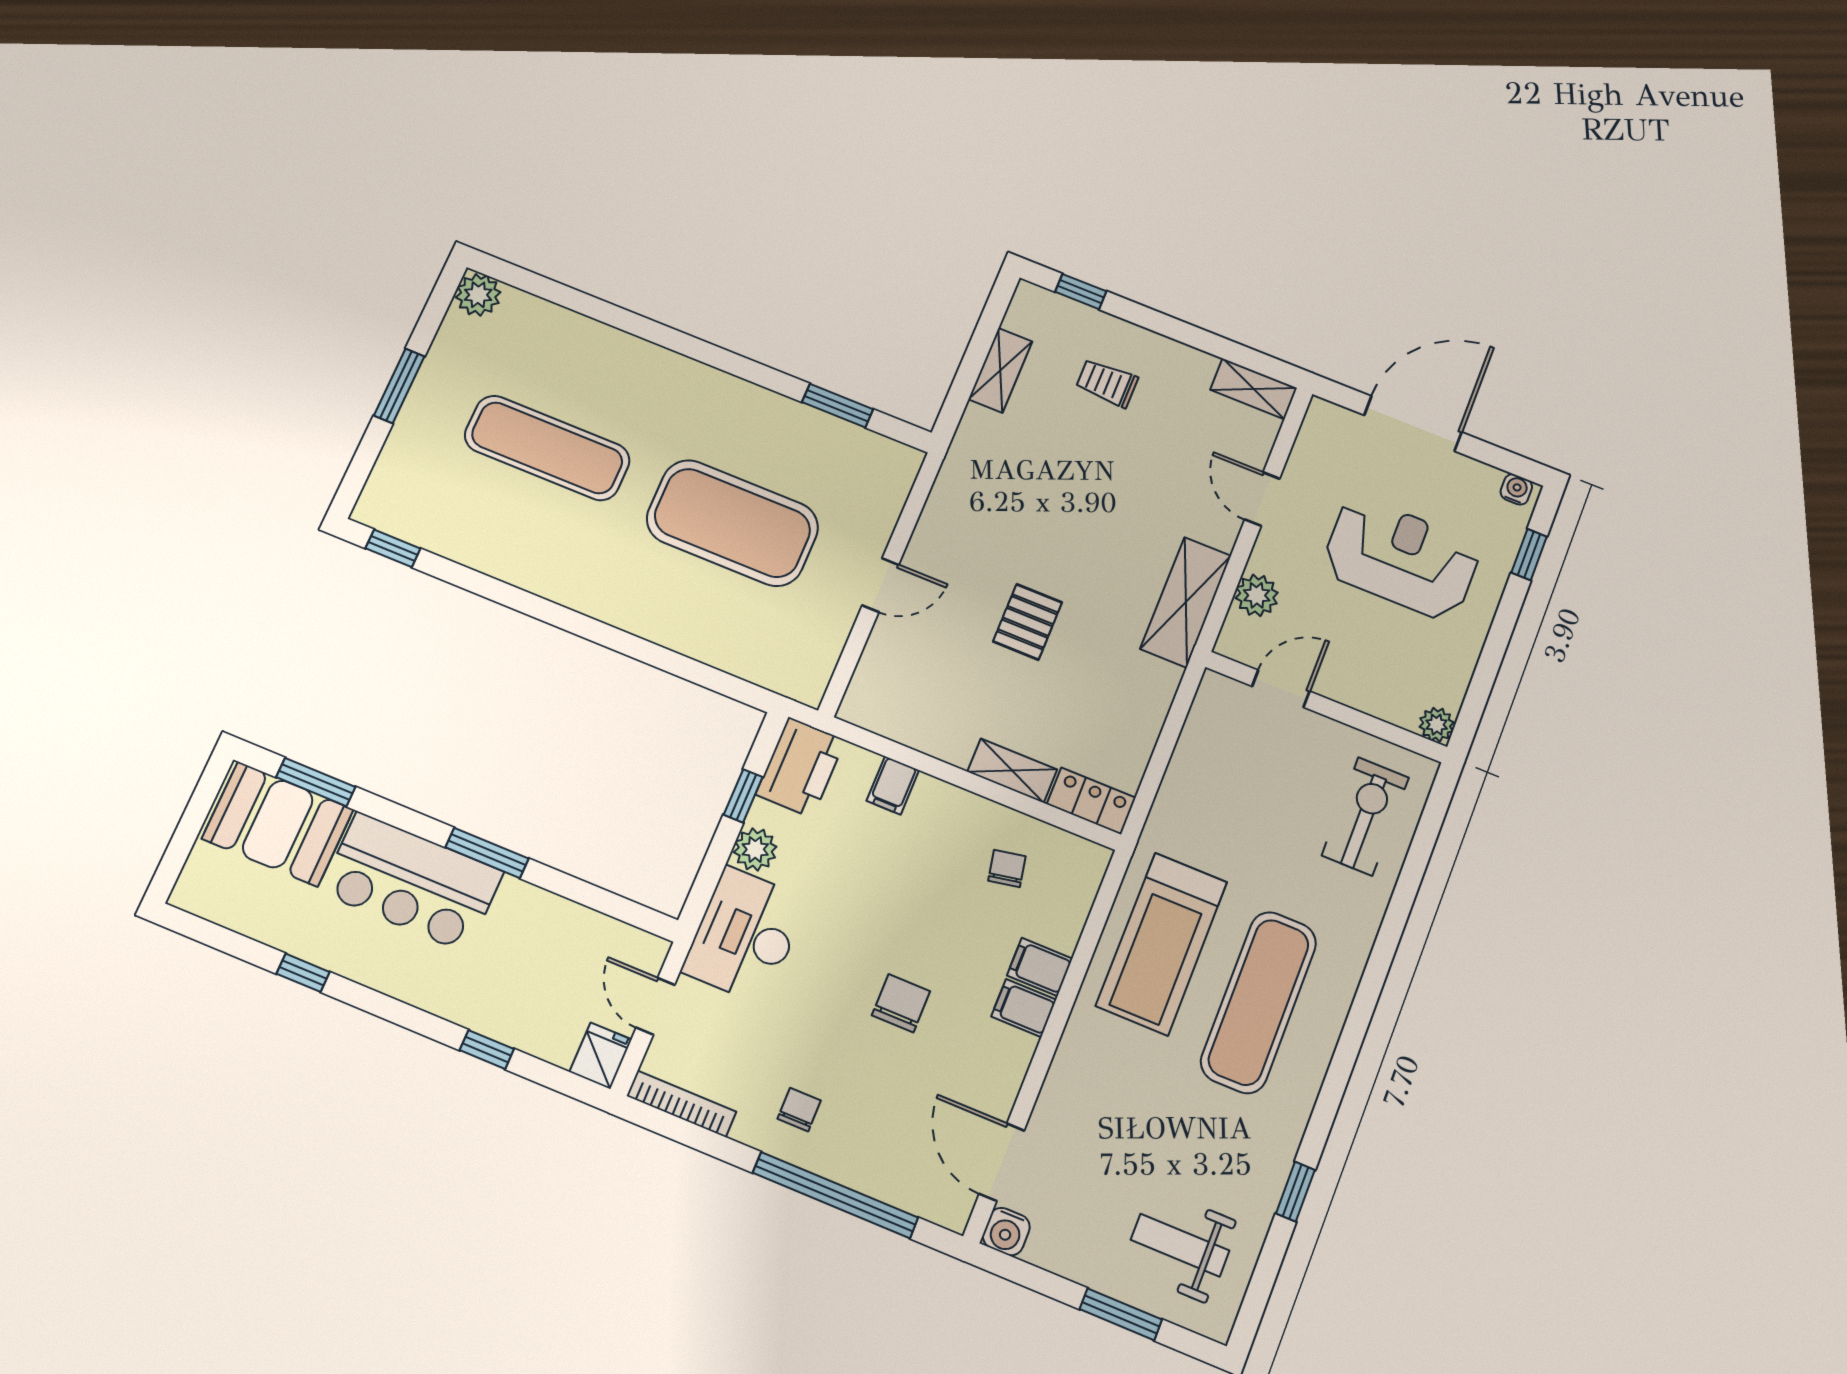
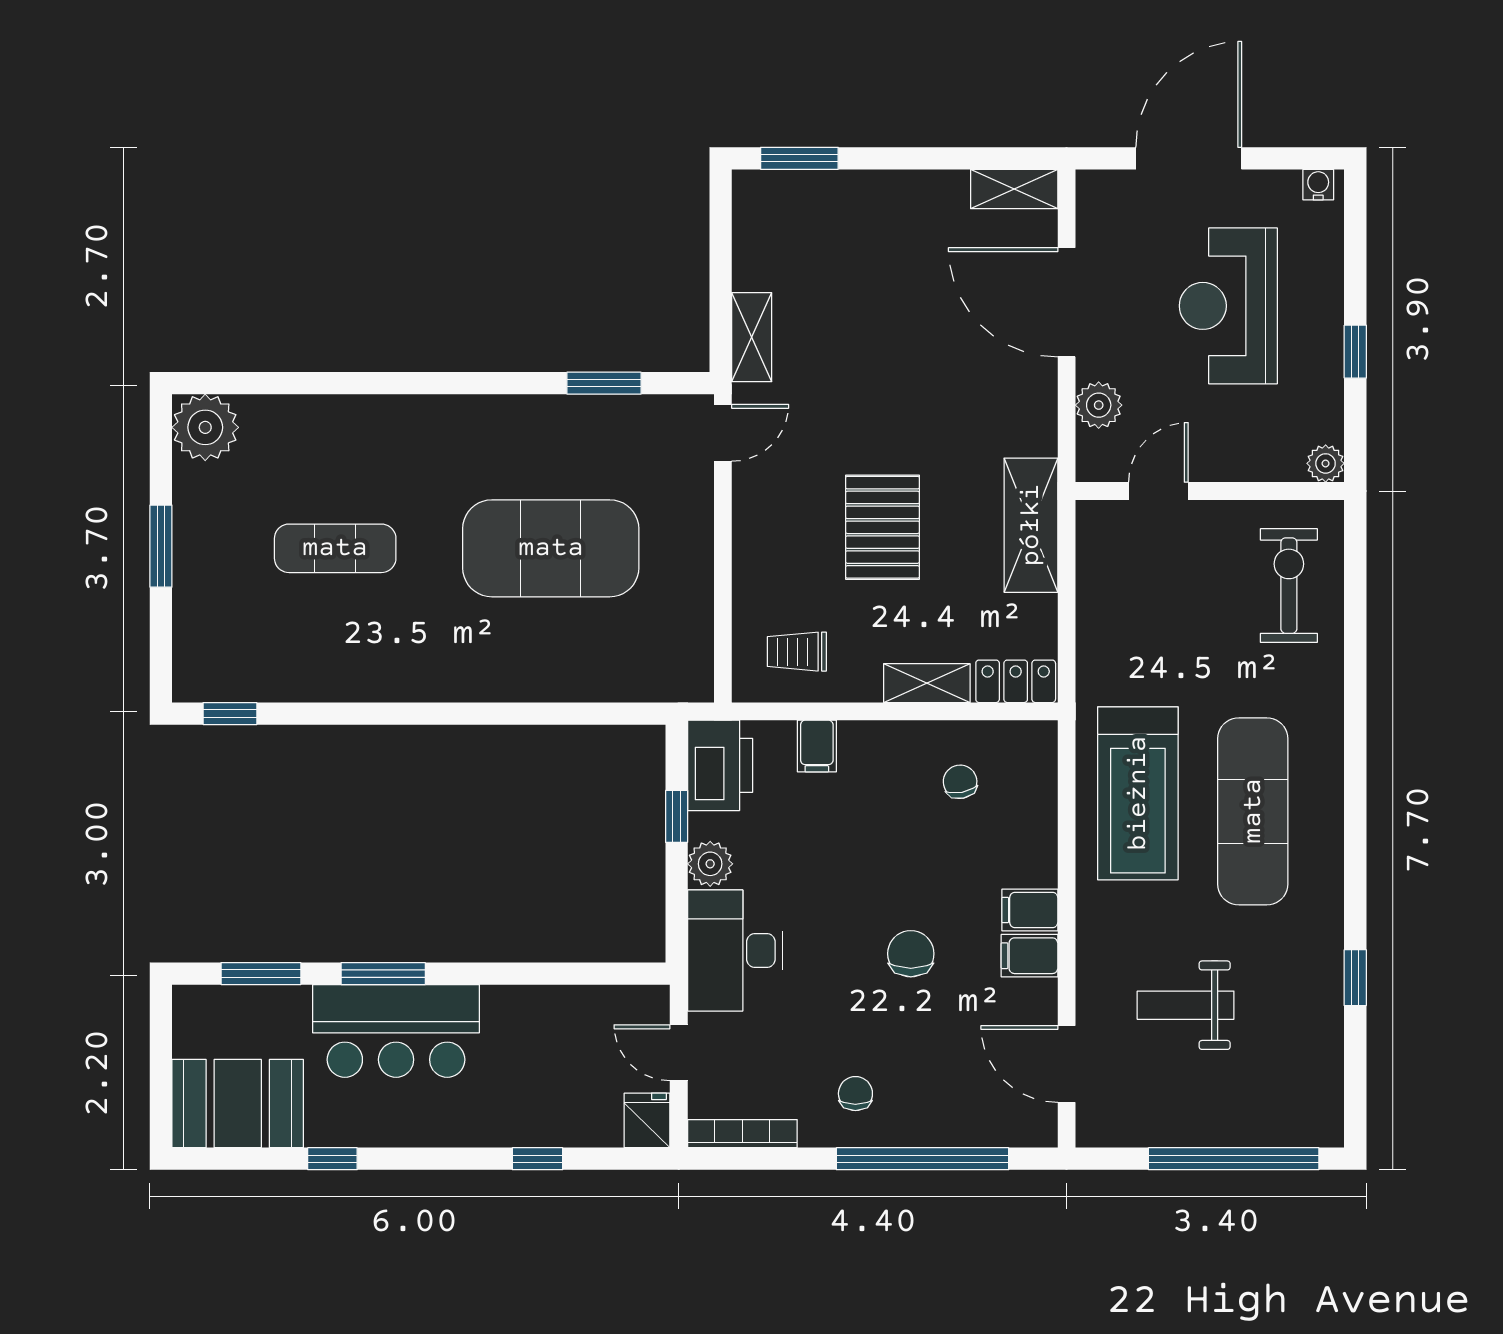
window: (1081, 292) -> (799, 158), width x1.50
plant: (478, 295) -> (205, 427), width x1.36, depth x1.36
shelving: (1000, 370) -> (752, 337), moved
trolley: (1107, 383) -> (797, 652), moved
exercise mat: (547, 448) -> (335, 548), width x0.73, depth x0.69
door: (1262, 499) -> (1067, 302), width x1.88
window: (1529, 555) -> (1355, 352), moved
reception desk: (1401, 558) -> (1228, 306), turned -90
door: (881, 585) -> (723, 433), moved
shelving: (1186, 602) -> (1031, 525), moved
pallet: (1028, 622) -> (883, 527), width x1.50, depth x1.42
booth: (278, 824) -> (238, 1104), moved
window: (487, 853) -> (383, 974), moved
filing cabinet: (1040, 967) -> (1029, 956), moved
water cooler: (1006, 1232) -> (1096, 1127), removed
weight bench: (1180, 1245) -> (1186, 1005), moved
window: (1121, 1314) -> (1234, 1159), width x2.11

